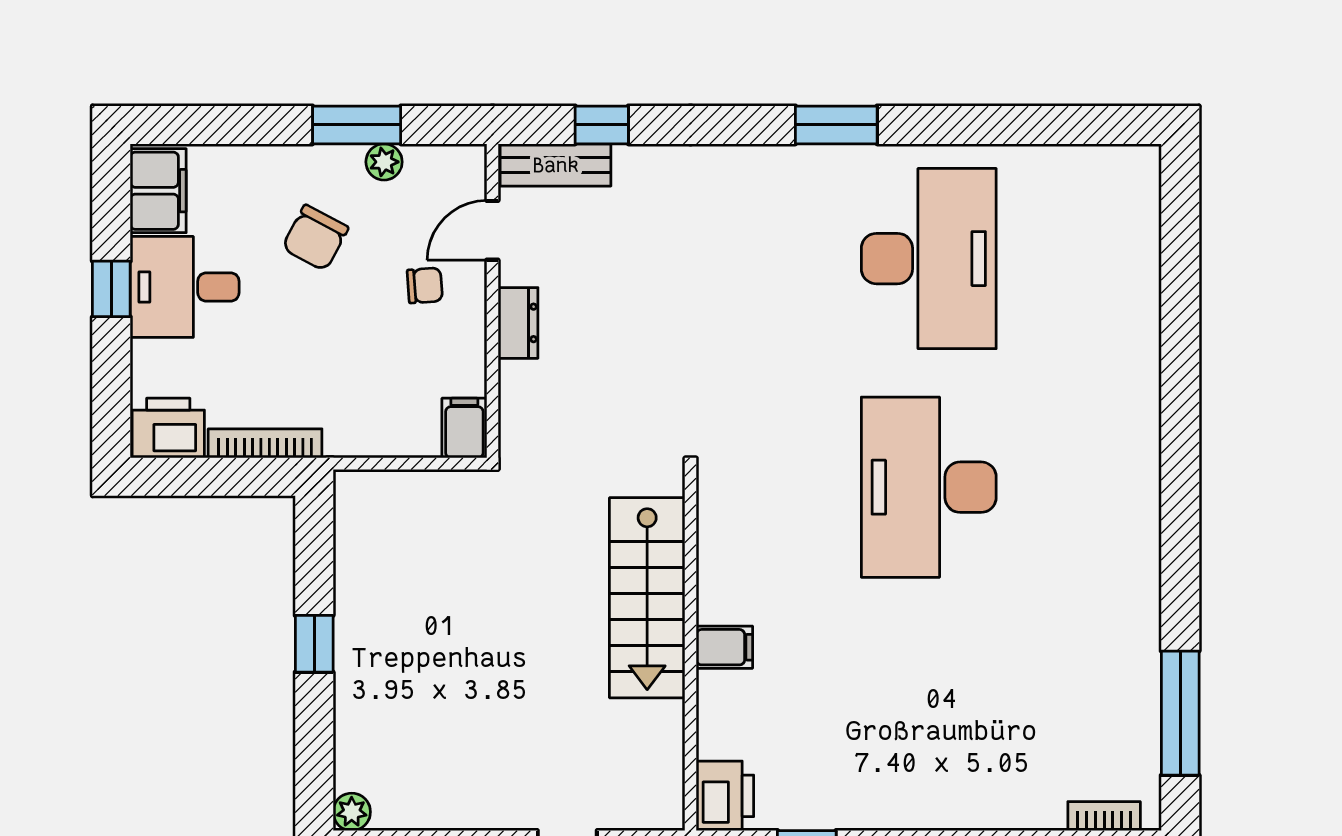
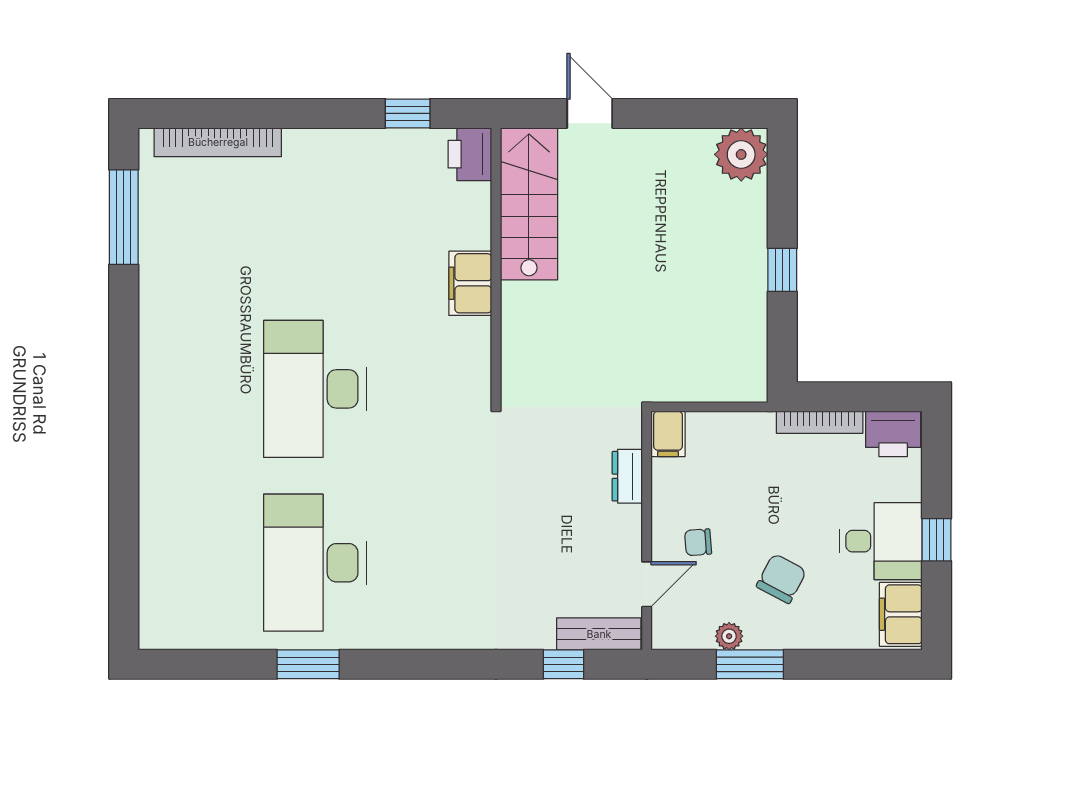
window: (836, 125) -> (308, 664), moved
dresser: (518, 323) -> (627, 476), moved
desk: (929, 487) -> (315, 389), turned 180
stairs: (647, 598) -> (529, 204), moved
filing cabinet: (724, 647) -> (470, 283), width x2.00
plant: (352, 812) -> (741, 154), width x1.87, depth x1.87
bookcase: (1104, 816) -> (218, 142), width x2.31, depth x1.31

